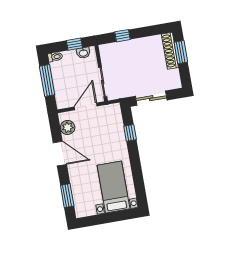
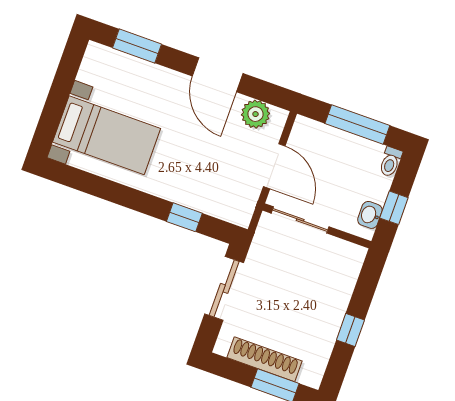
window: (123, 36) -> (350, 330), moved
shoe rack: (170, 51) -> (265, 359), moved
door: (60, 154) -> (218, 75), hinge flipped

